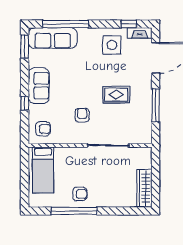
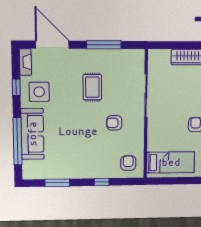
window: (129, 24) -> (16, 87), moved
sofa: (53, 38) -> (32, 134), moved
window: (25, 47) -> (57, 183), moved
sofa: (39, 86) -> (83, 168), removed

